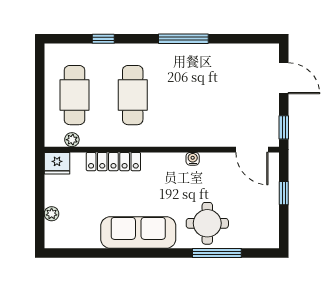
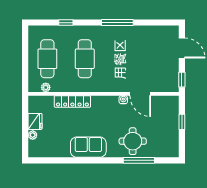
door: (252, 150) -> (140, 94), moved
fridge: (57, 163) -> (35, 121), moved, turned -90
sofa: (138, 233) -> (88, 147), width x0.73

